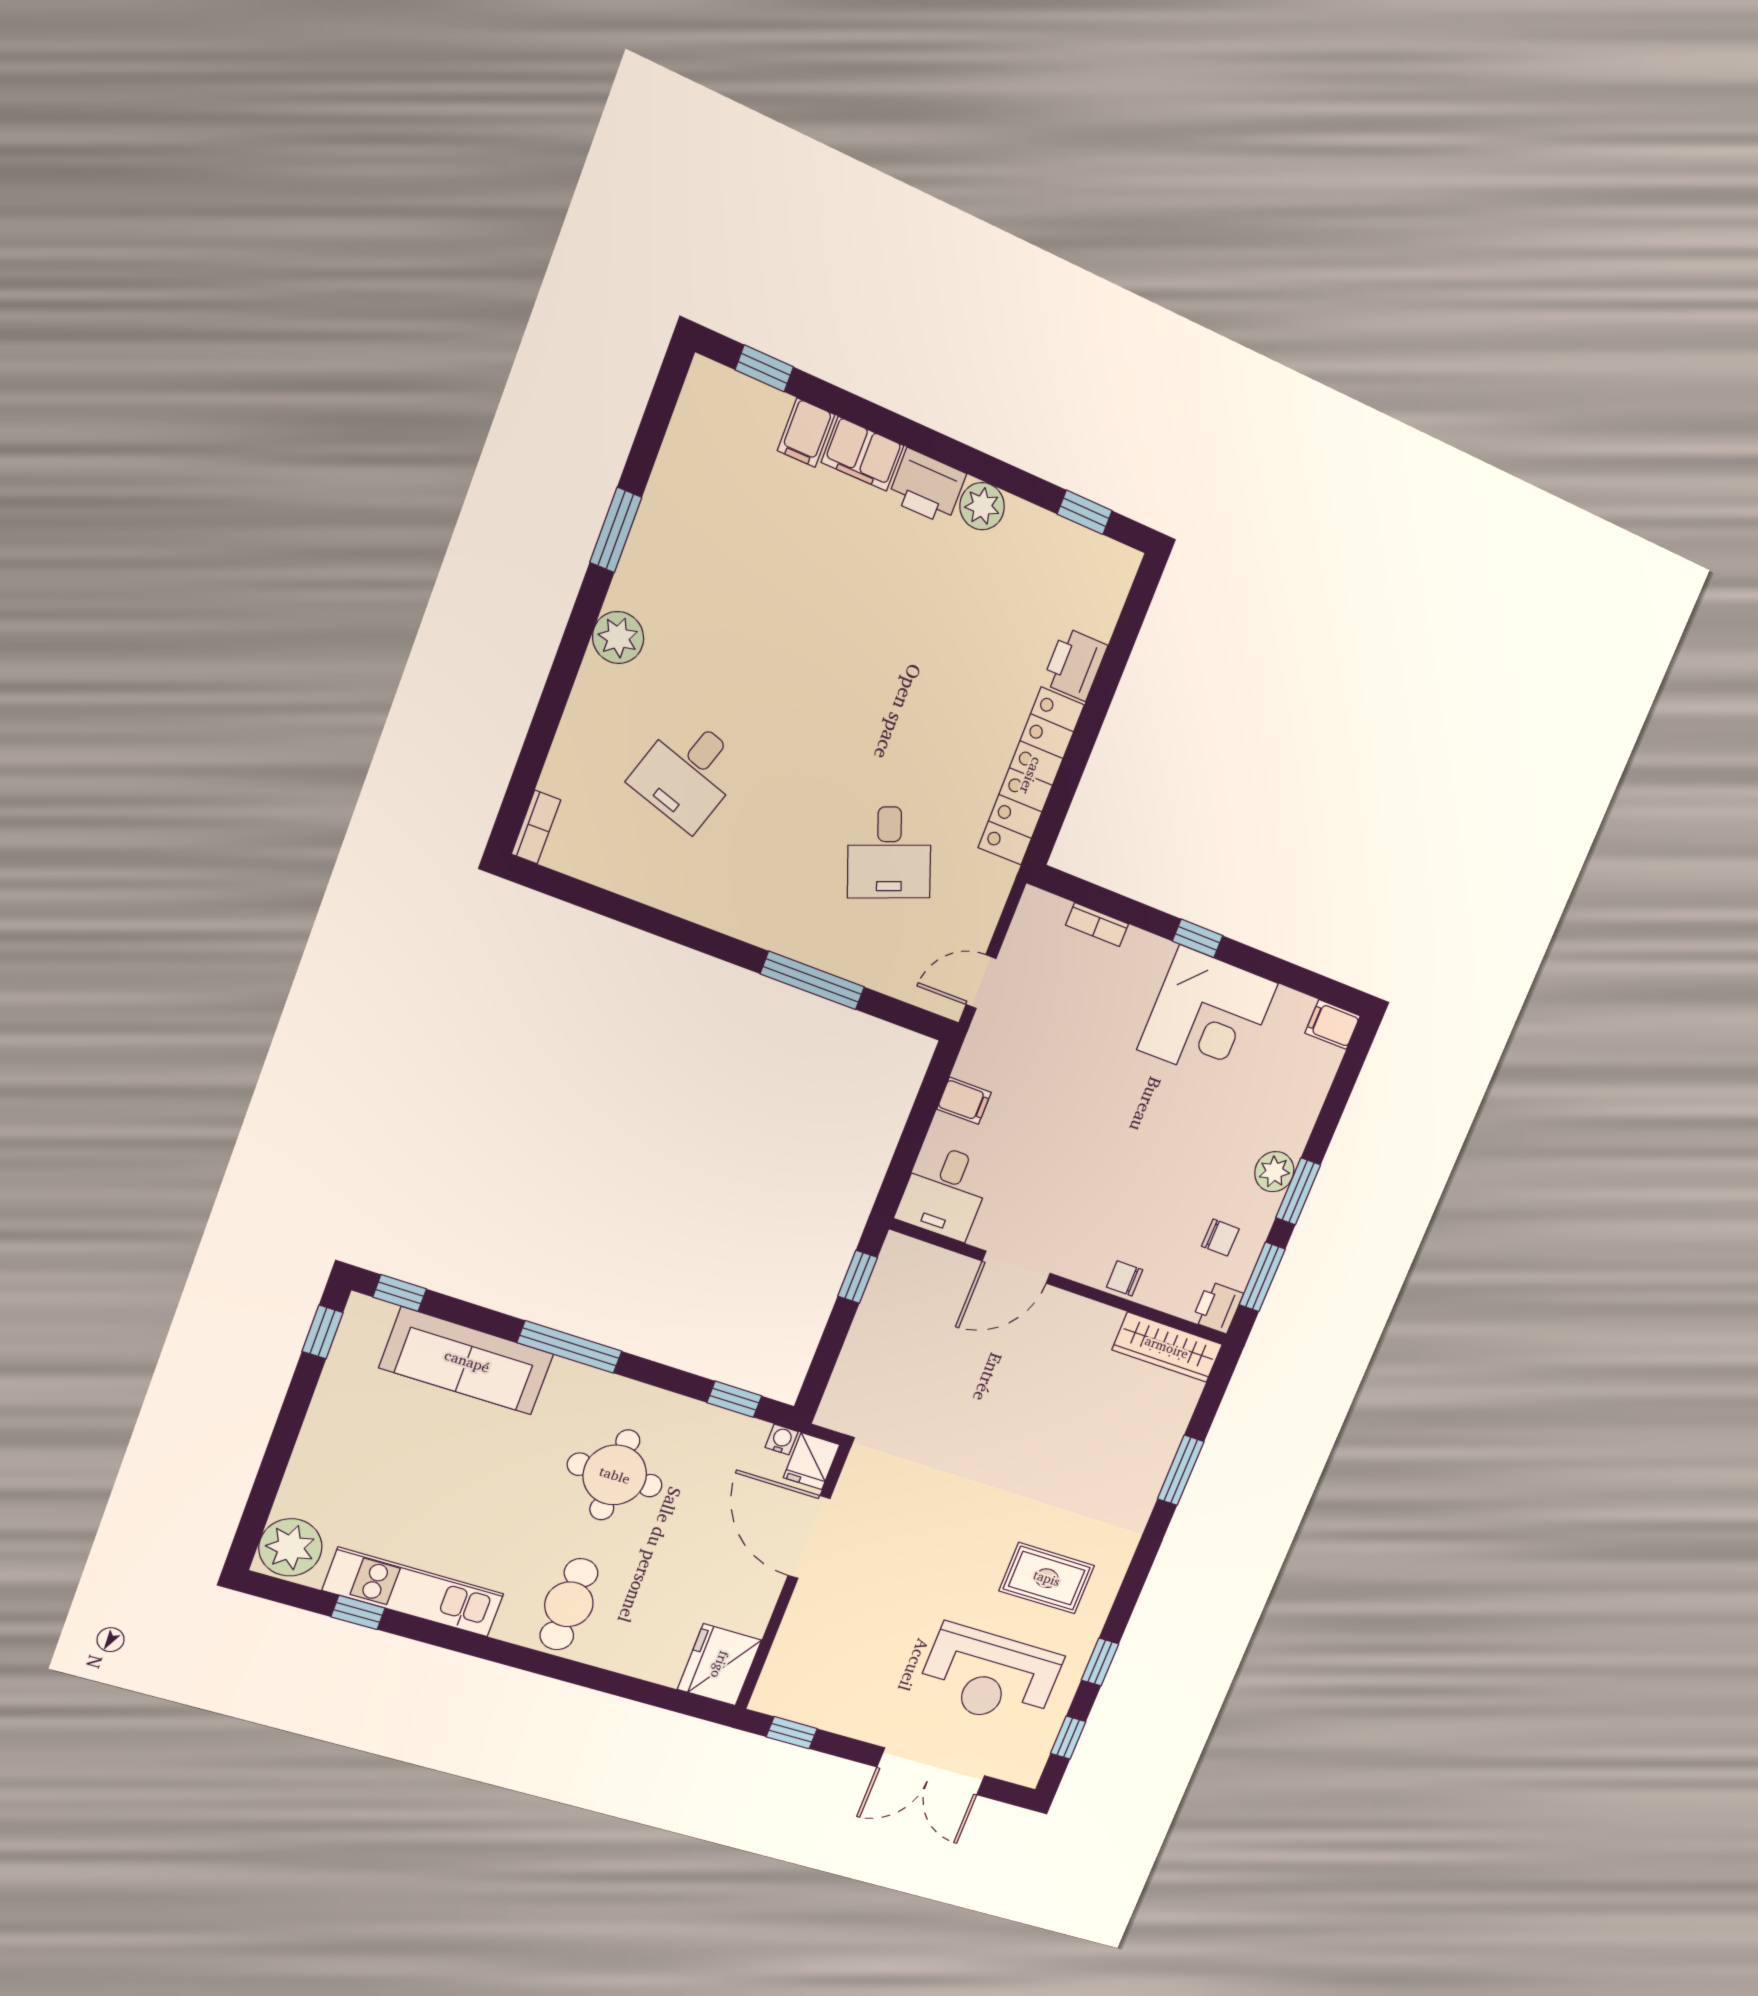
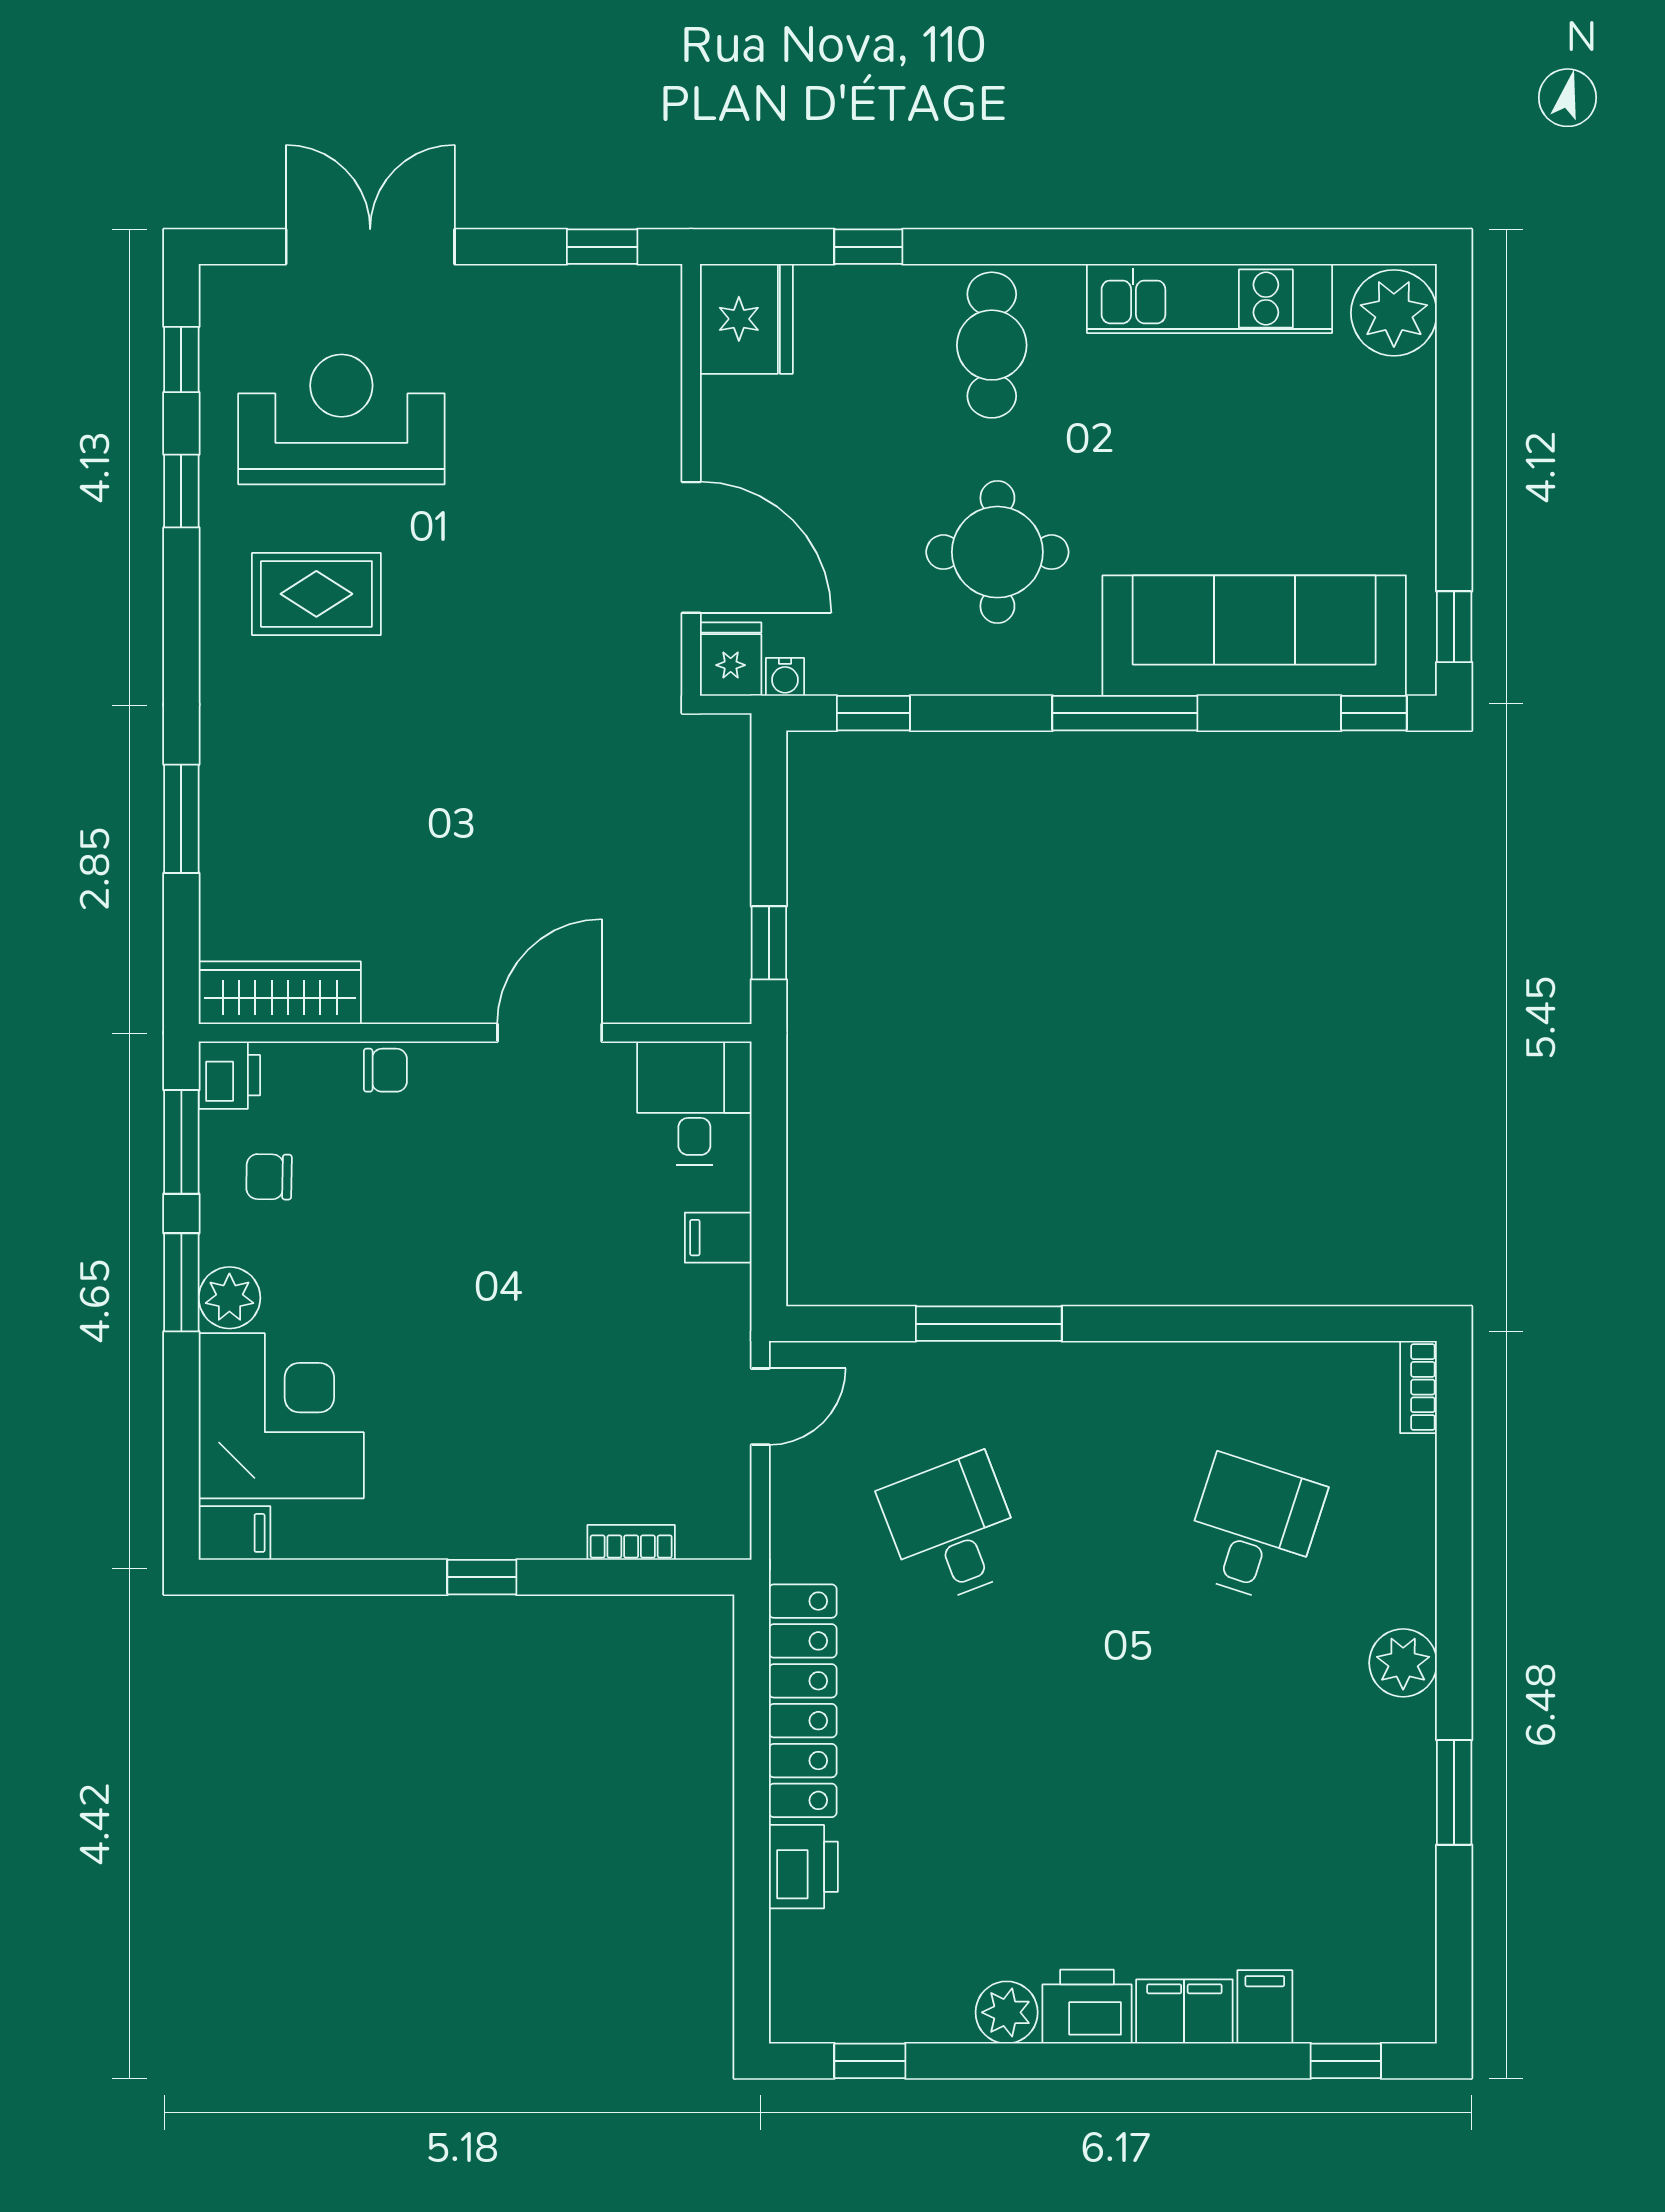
corner desk: (1208, 1016) -> (281, 1416), moved, turned 90
sofa: (467, 1361) -> (1254, 636), width x1.36, depth x1.27
window: (358, 1612) -> (868, 247), moved

